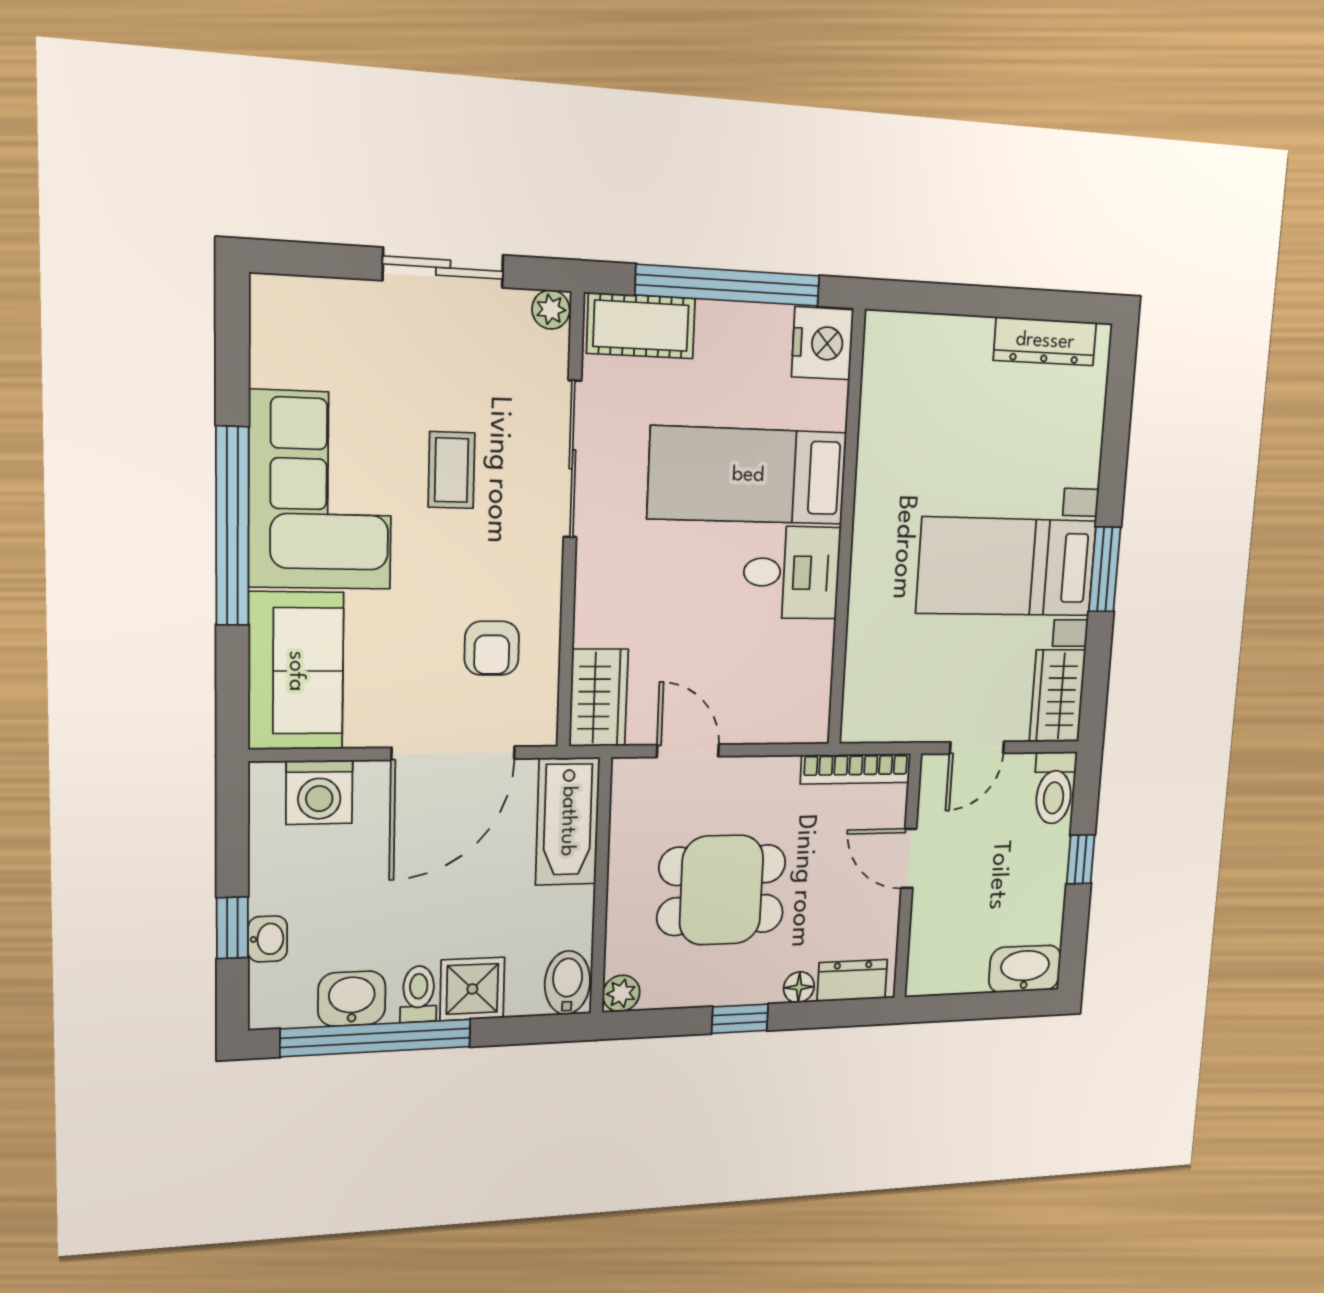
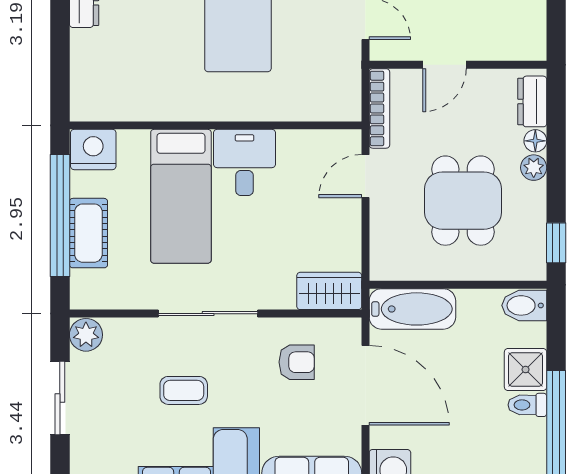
plant: (551, 310) -> (86, 335), width x1.38, depth x1.38
cot: (641, 326) -> (88, 233), moved
sliding door: (572, 459) -> (208, 314), moved
door: (688, 751) -> (365, 176), moved
plant: (621, 993) -> (534, 168), moved
washbasin: (352, 999) -> (528, 448), removed
window: (740, 1019) -> (556, 243), moved

